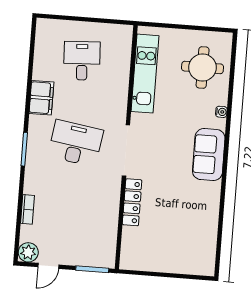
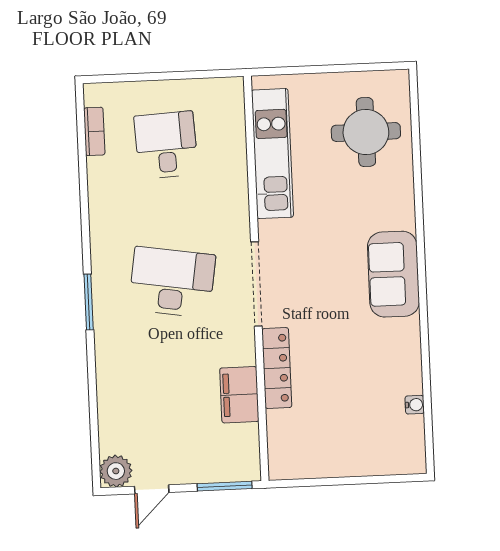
filing cabinet: (41, 98) -> (239, 395), moved, turned 180
water cooler: (221, 112) -> (415, 405), moved
bookcase: (27, 209) -> (94, 131), moved

